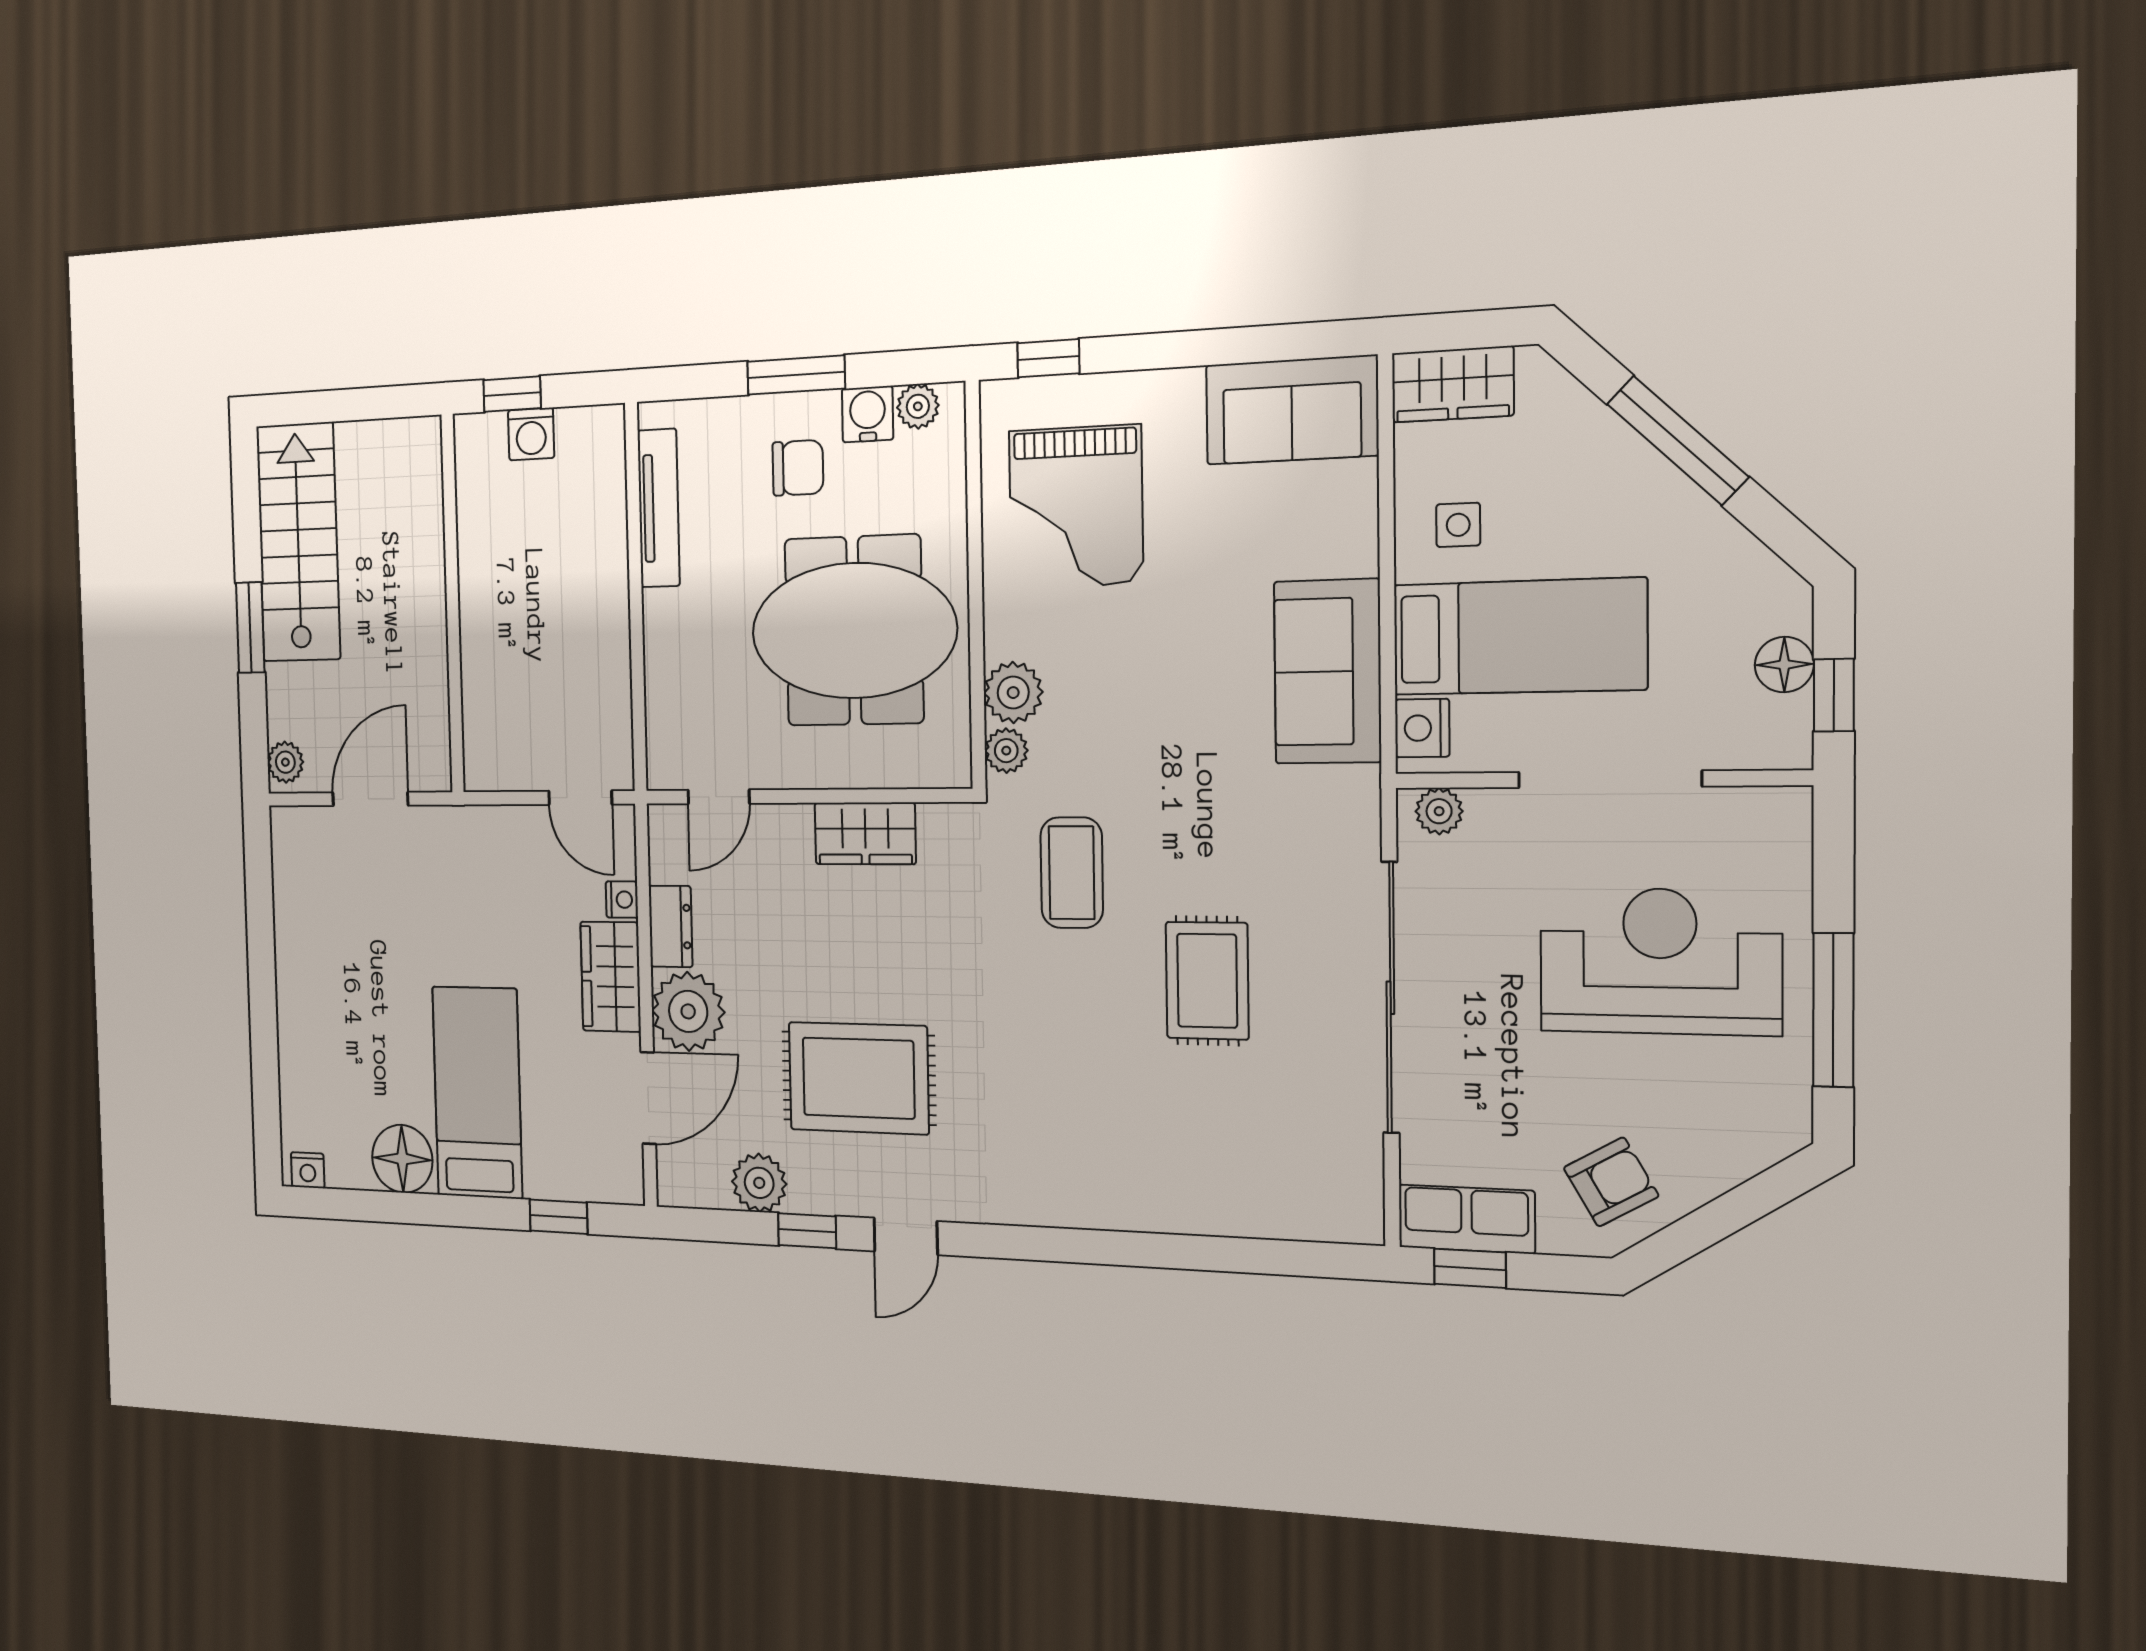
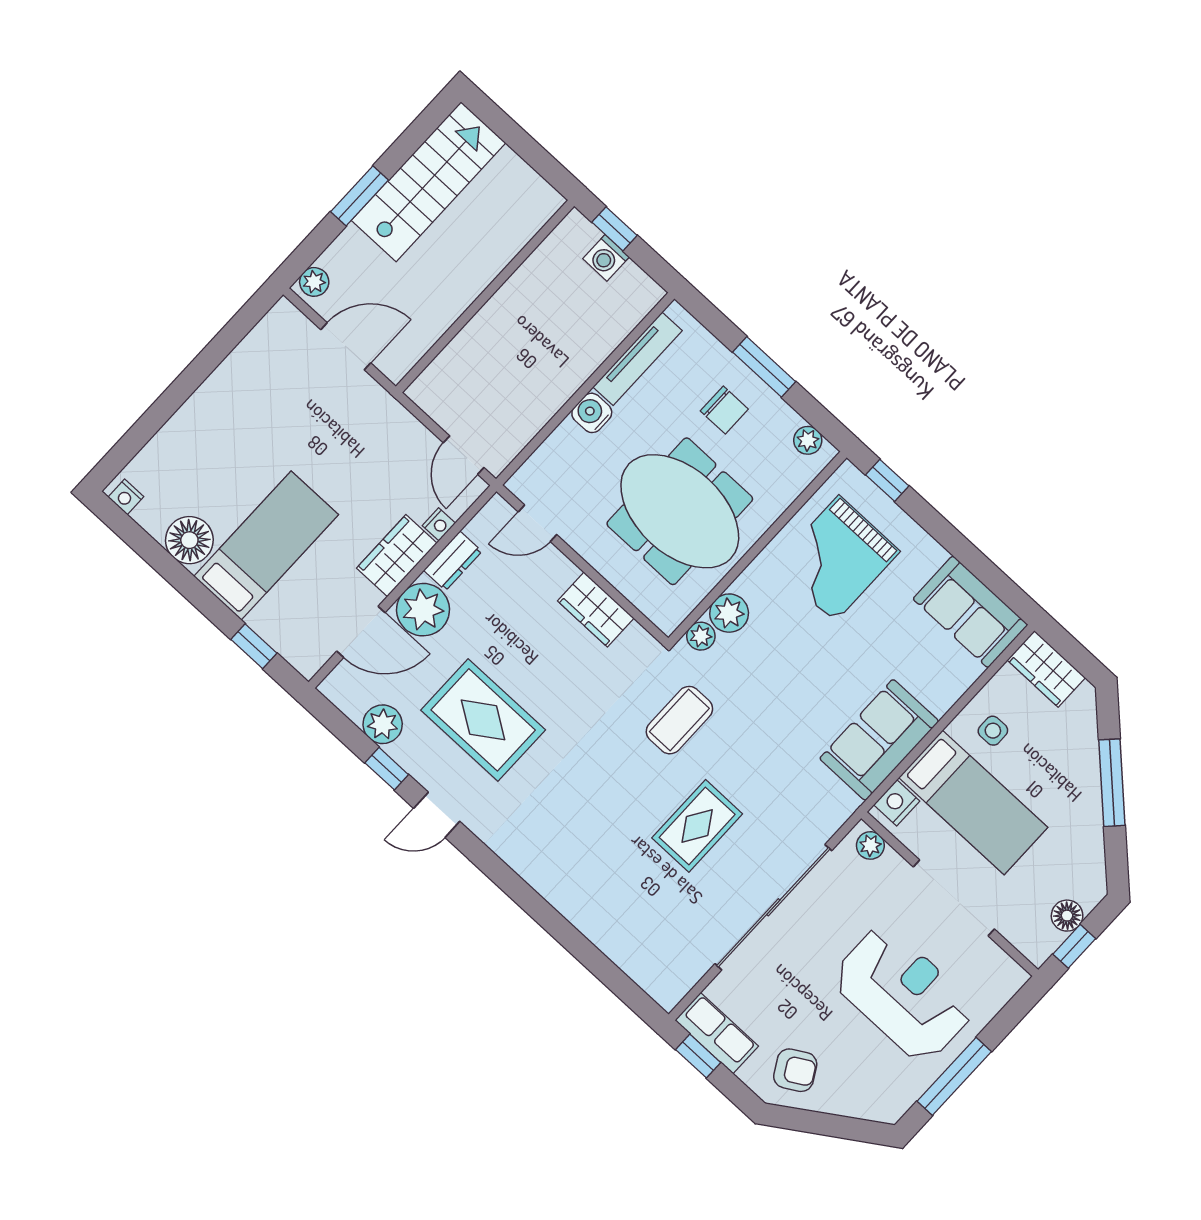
water cooler: (868, 414) -> (592, 413), moved, turned -90

